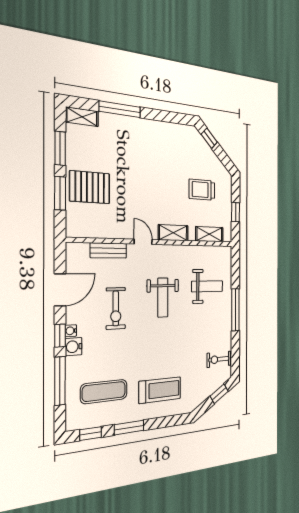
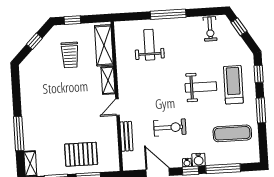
window: (209, 138) -> (34, 41), moved
pallet: (90, 187) -> (81, 154), turned 90
window: (236, 212) -> (72, 20), moved
shelving: (209, 234) -> (104, 45), width x1.50, depth x1.33
weight bench: (163, 297) -> (201, 87), moved
exercise mat: (104, 391) -> (232, 133), turned 90
window: (91, 434) -> (259, 74), moved

